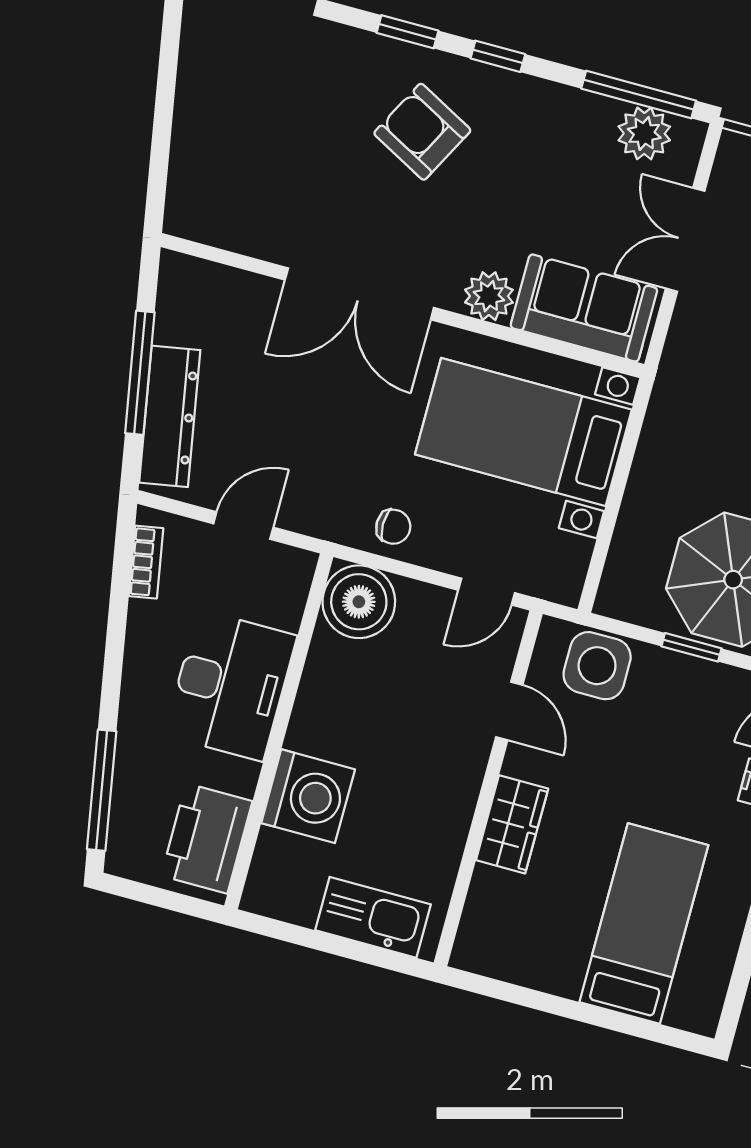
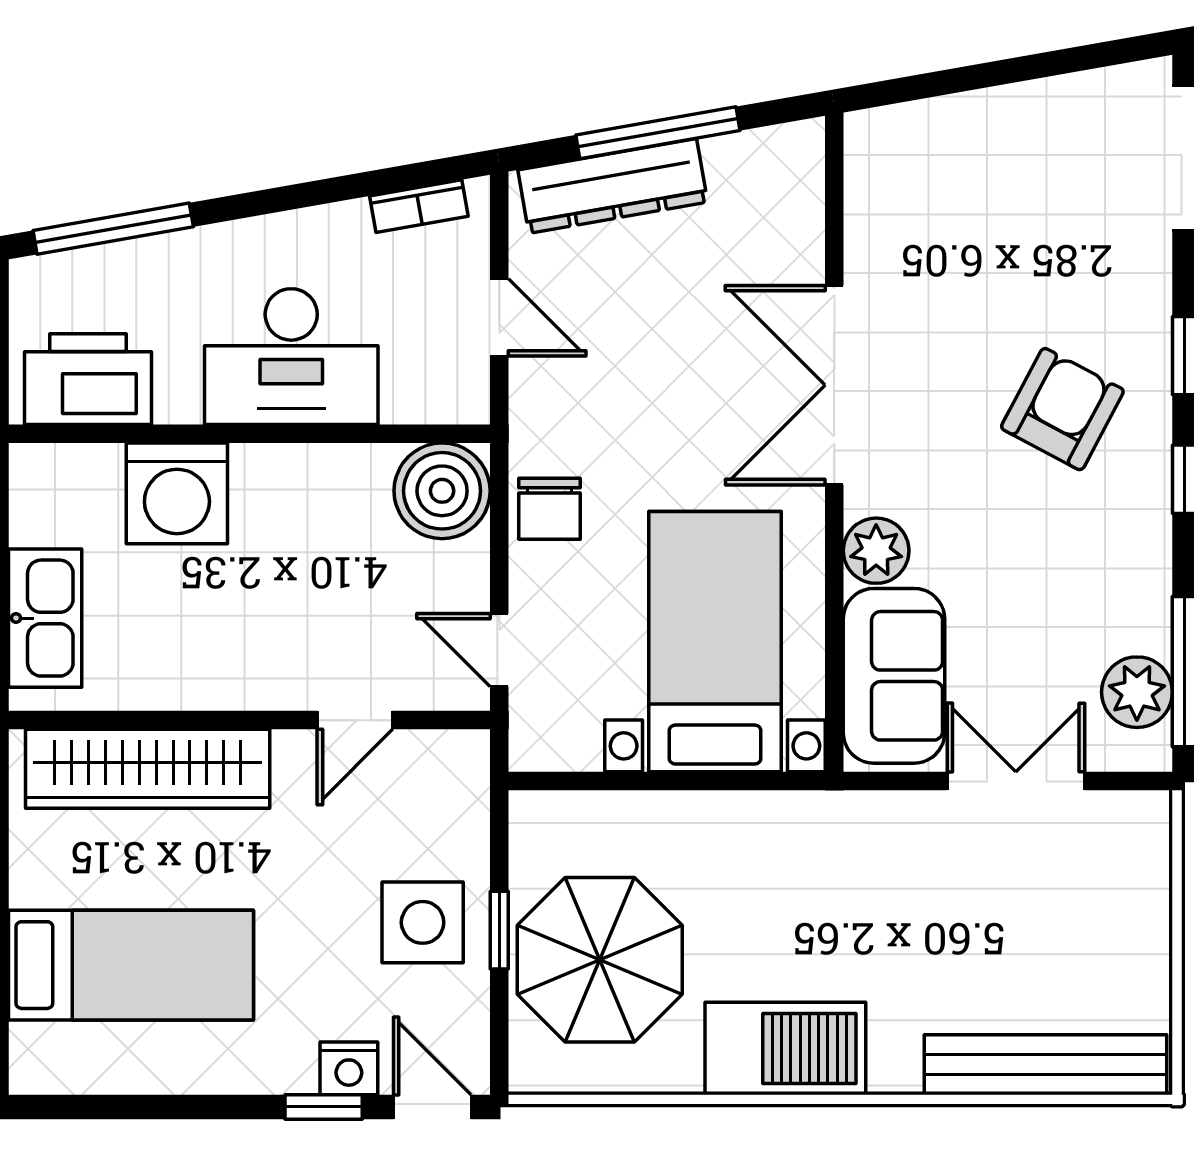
chair: (393, 527) -> (550, 509), width x1.37, depth x1.37
side table: (597, 666) -> (423, 922), moved
wardrobe: (512, 824) -> (148, 769), width x2.10, depth x1.17

